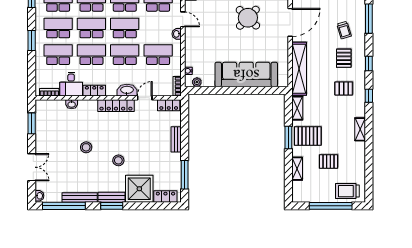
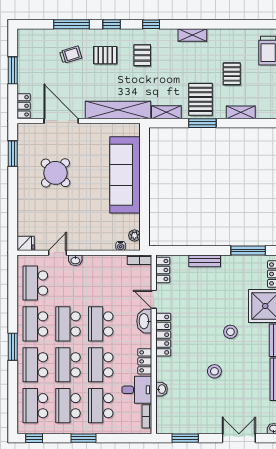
window: (369, 19) -> (72, 24), moved
school desk: (158, 55) -> (101, 283), removed

